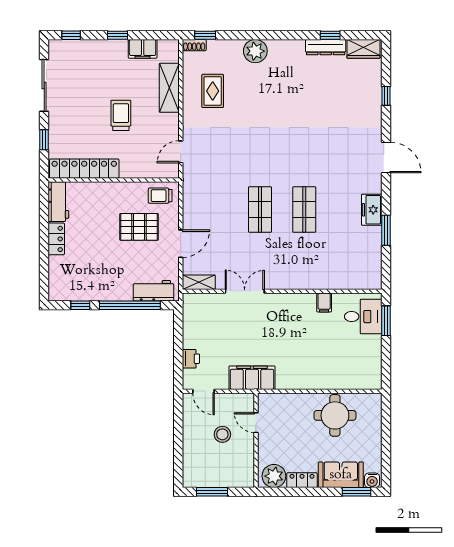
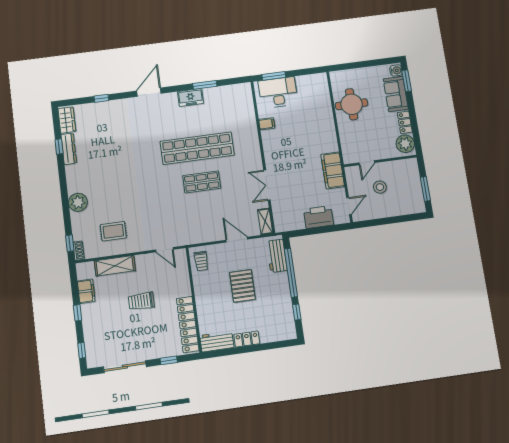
shop shelf: (304, 210) -> (197, 148), width x2.00, depth x1.36
pallet: (139, 227) -> (242, 286), moved
desk: (363, 317) -> (278, 92), width x1.37
printer: (191, 359) -> (319, 217), width x1.87, depth x1.48

